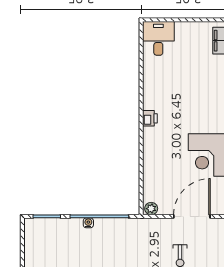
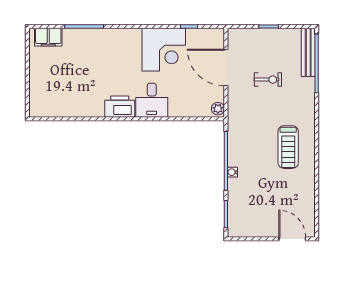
desk: (158, 38) -> (152, 100), moved, turned -90
printer: (150, 118) -> (120, 107), width x1.87, depth x1.48

